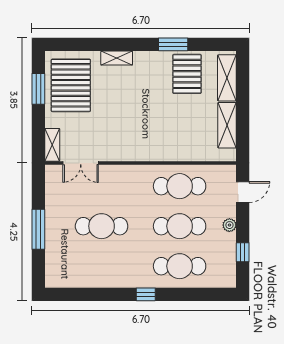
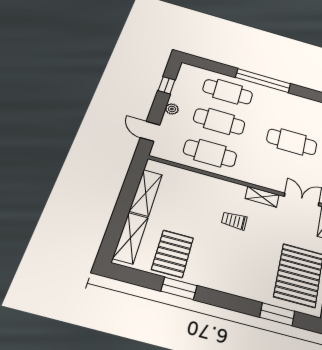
window: (84, 44) -> (277, 314), added
shelving: (117, 58) -> (262, 197), moved
trolley: (140, 121) -> (234, 221), added
door: (243, 192) -> (150, 131), hinge flipped
window: (146, 294) -> (263, 81), width x3.17

